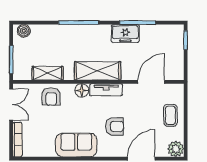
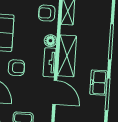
door: (151, 82) -> (55, 92), moved
armchair: (114, 126) -> (16, 68), turned -90

